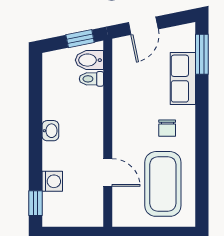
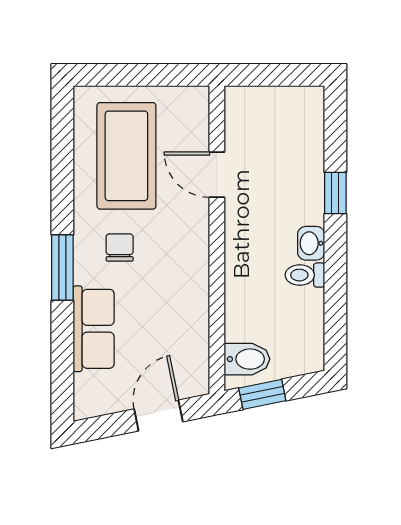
window: (202, 54) -> (62, 268), moved
toilet: (91, 79) -> (305, 275), moved, turned 180
washing machine: (52, 181) -> (308, 160), removed
window: (36, 203) -> (335, 193), moved

